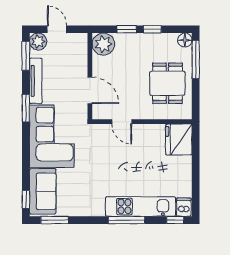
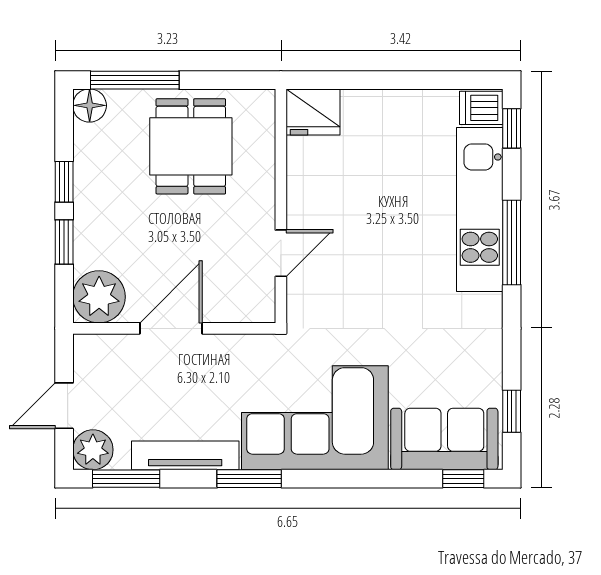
dining table: (167, 83) -> (191, 146), turned 90
door: (90, 90) -> (171, 328), moved
fridge: (179, 139) -> (313, 112), width x0.73, depth x0.75
window: (55, 220) -> (512, 411), width x0.67

